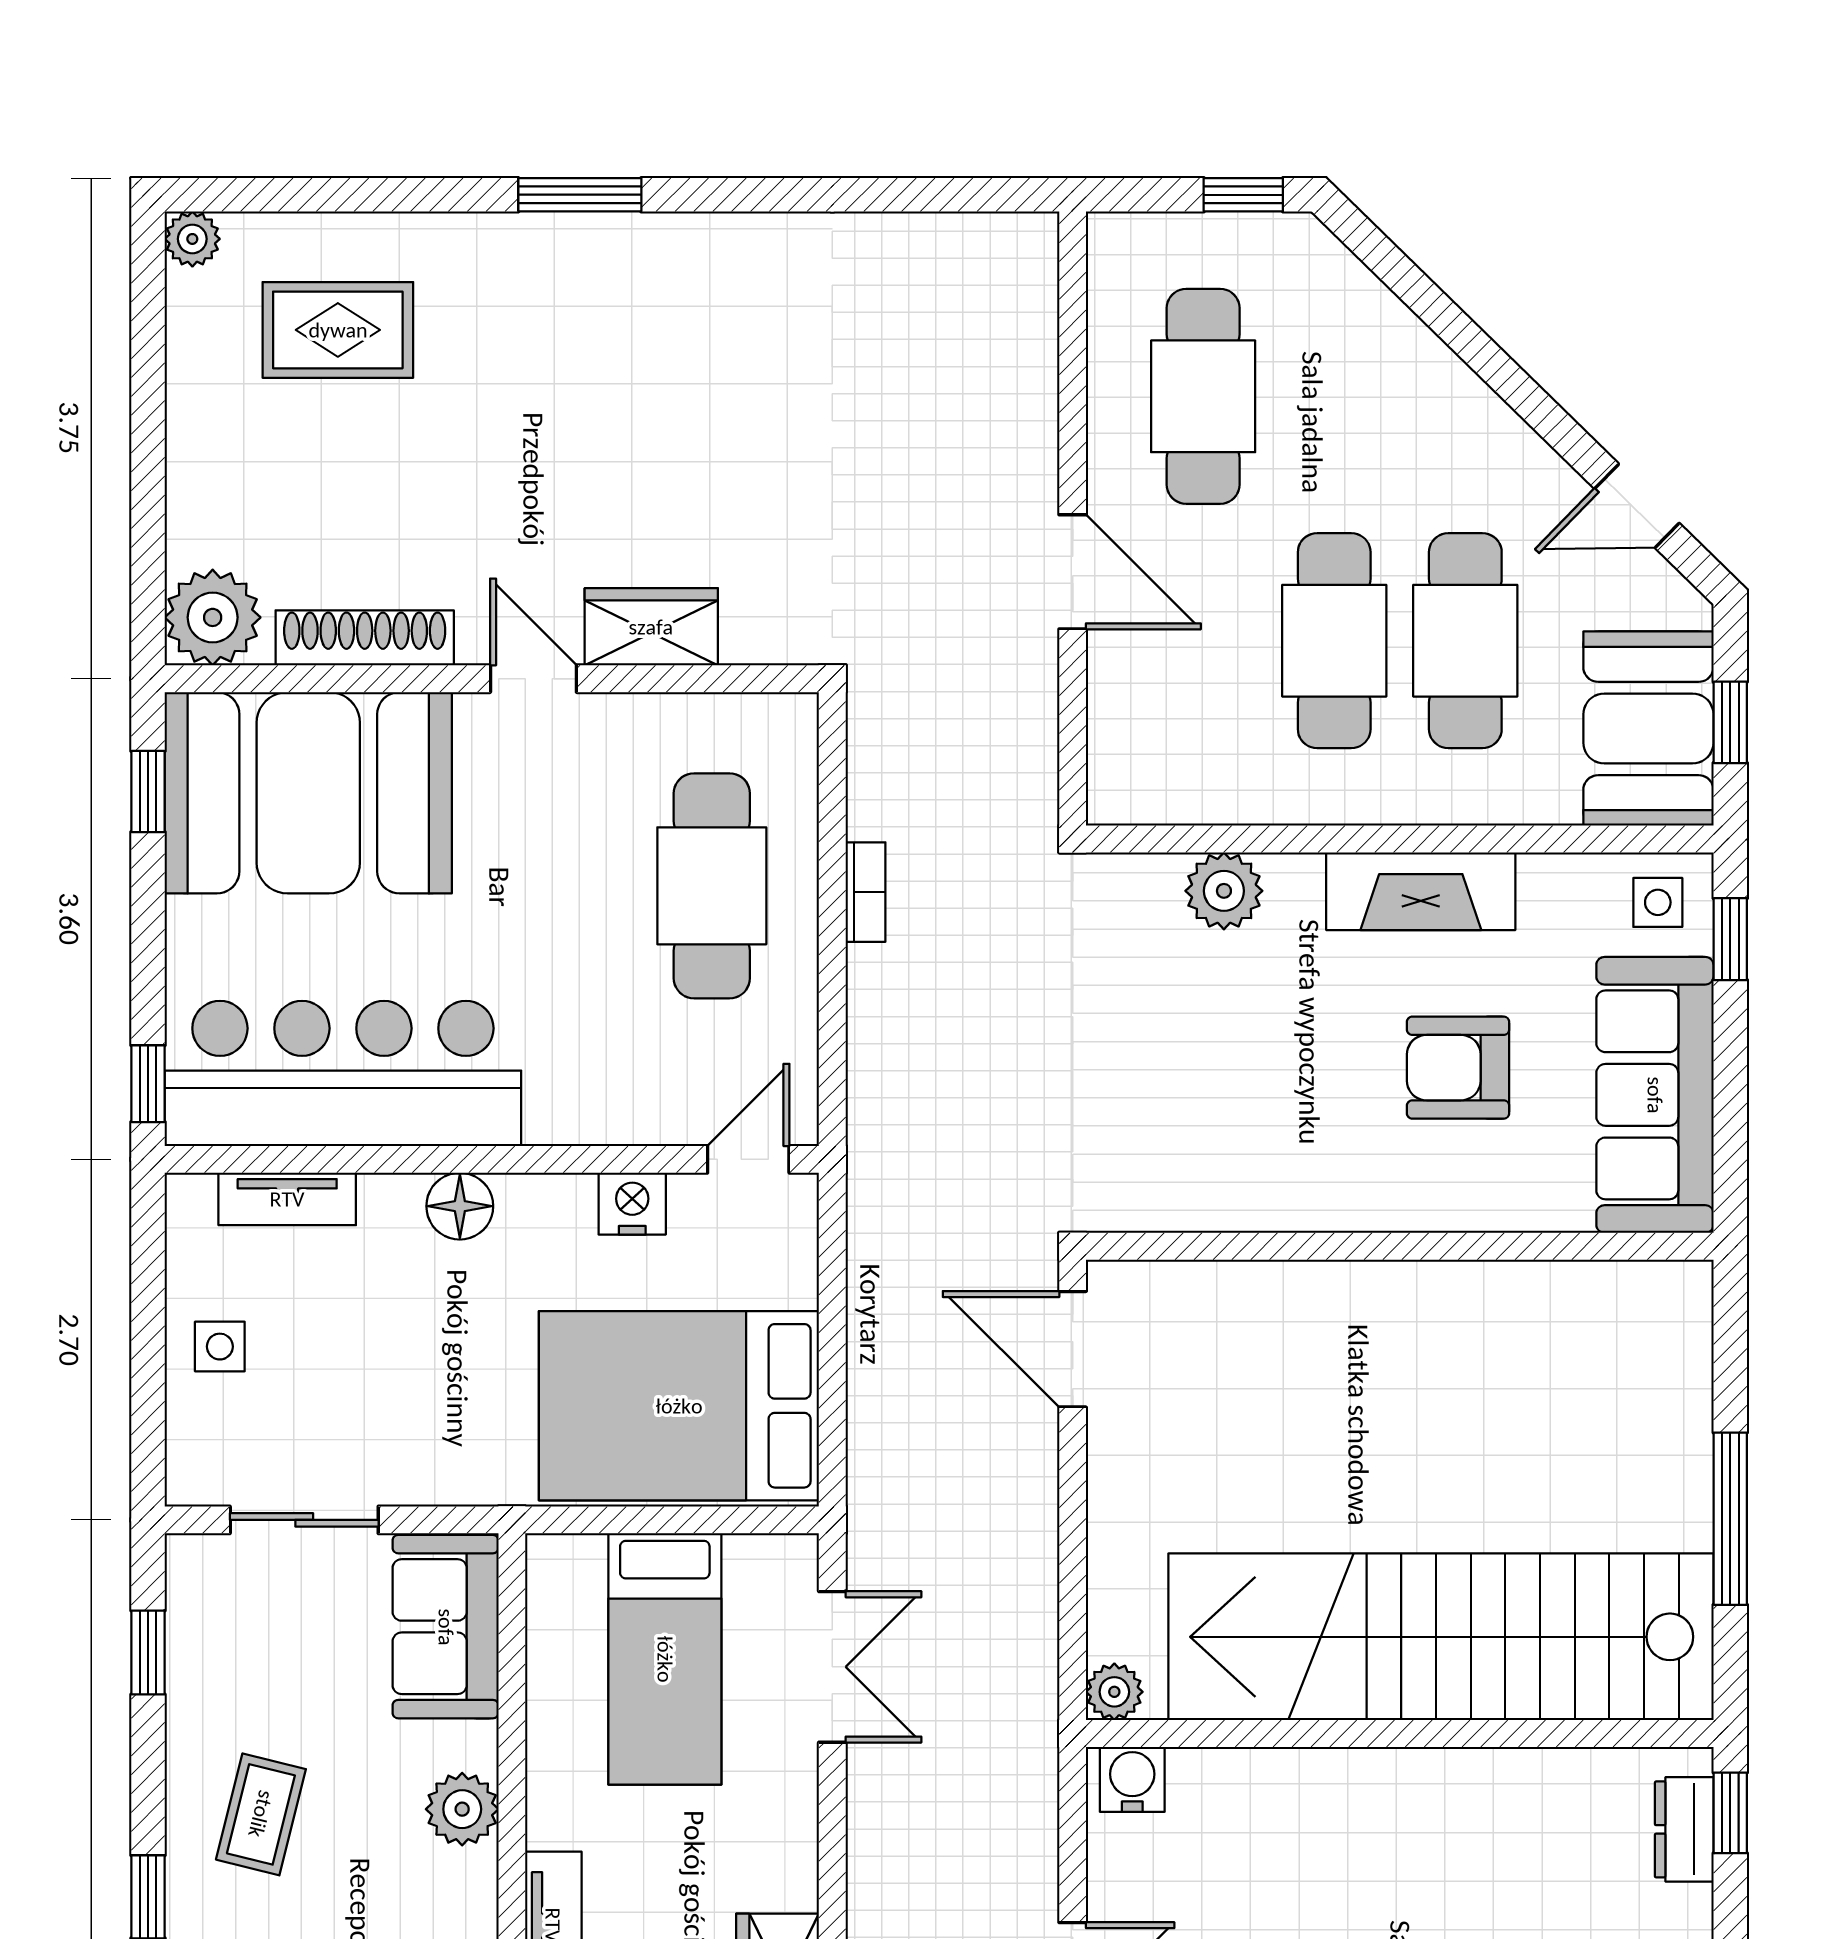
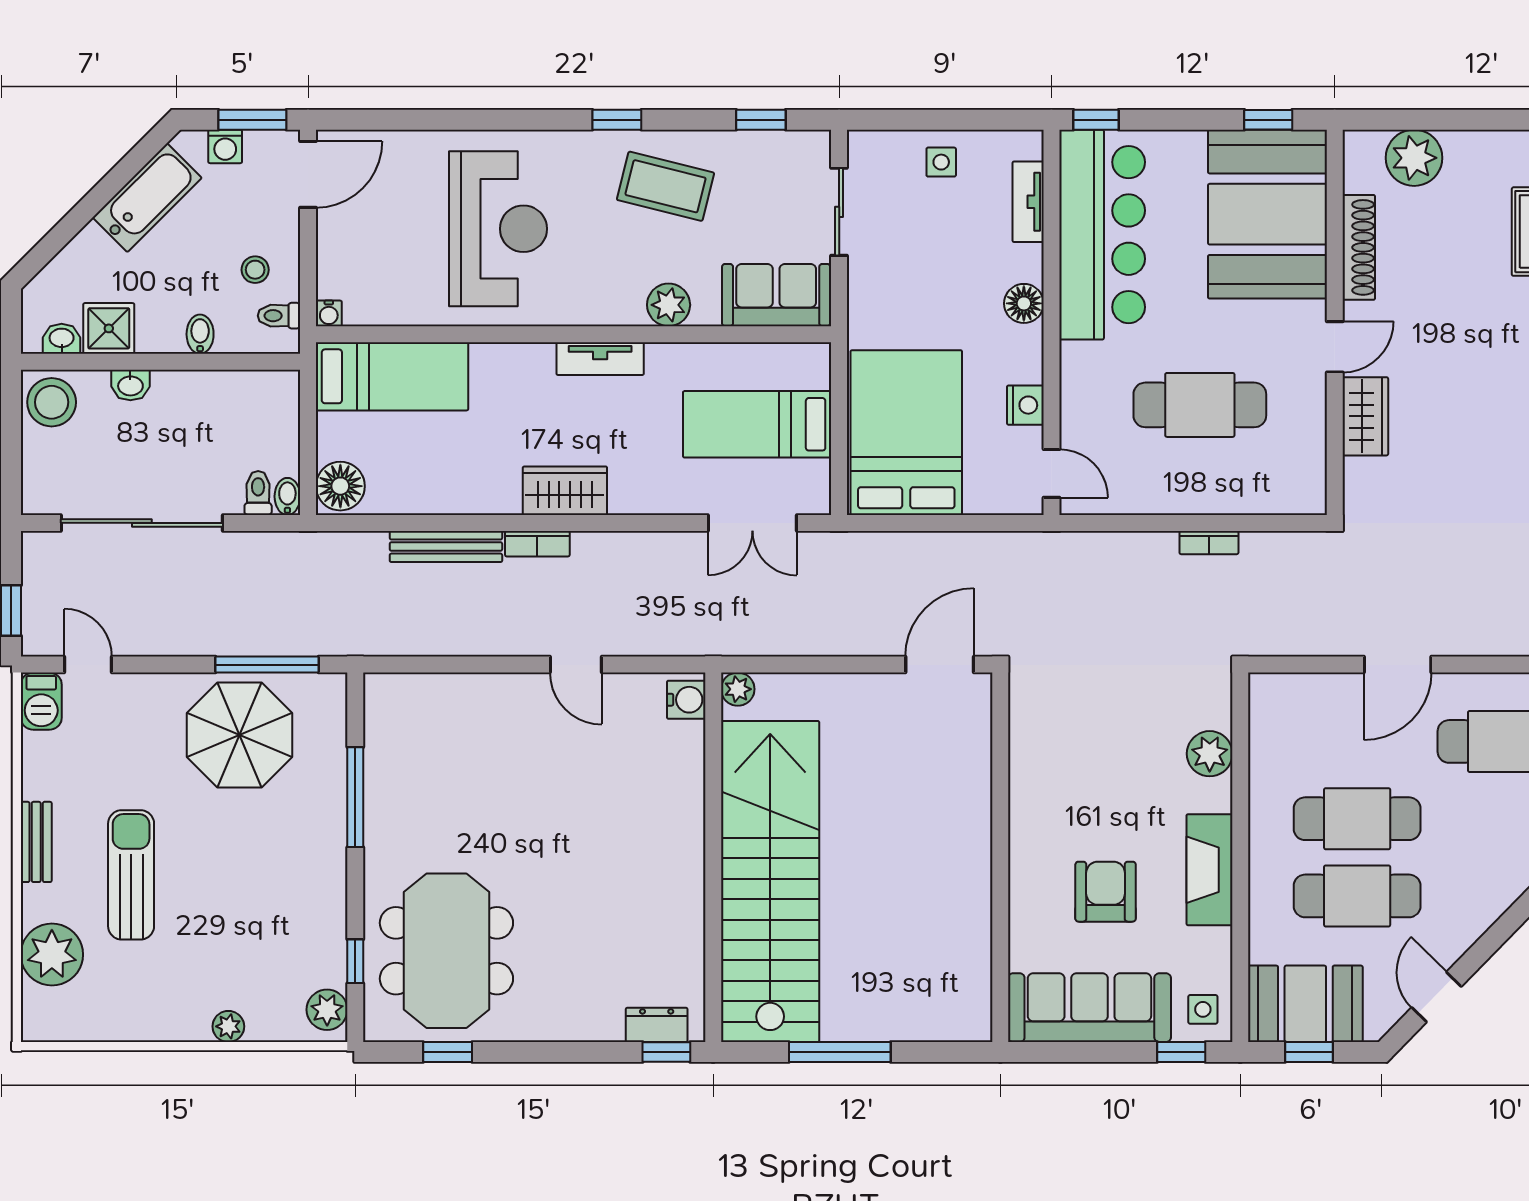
plant: (213, 617) -> (1414, 158), moved
cafe table: (712, 886) -> (1200, 405), moved
coffee table: (261, 1814) -> (666, 186), width x1.36, depth x1.30

